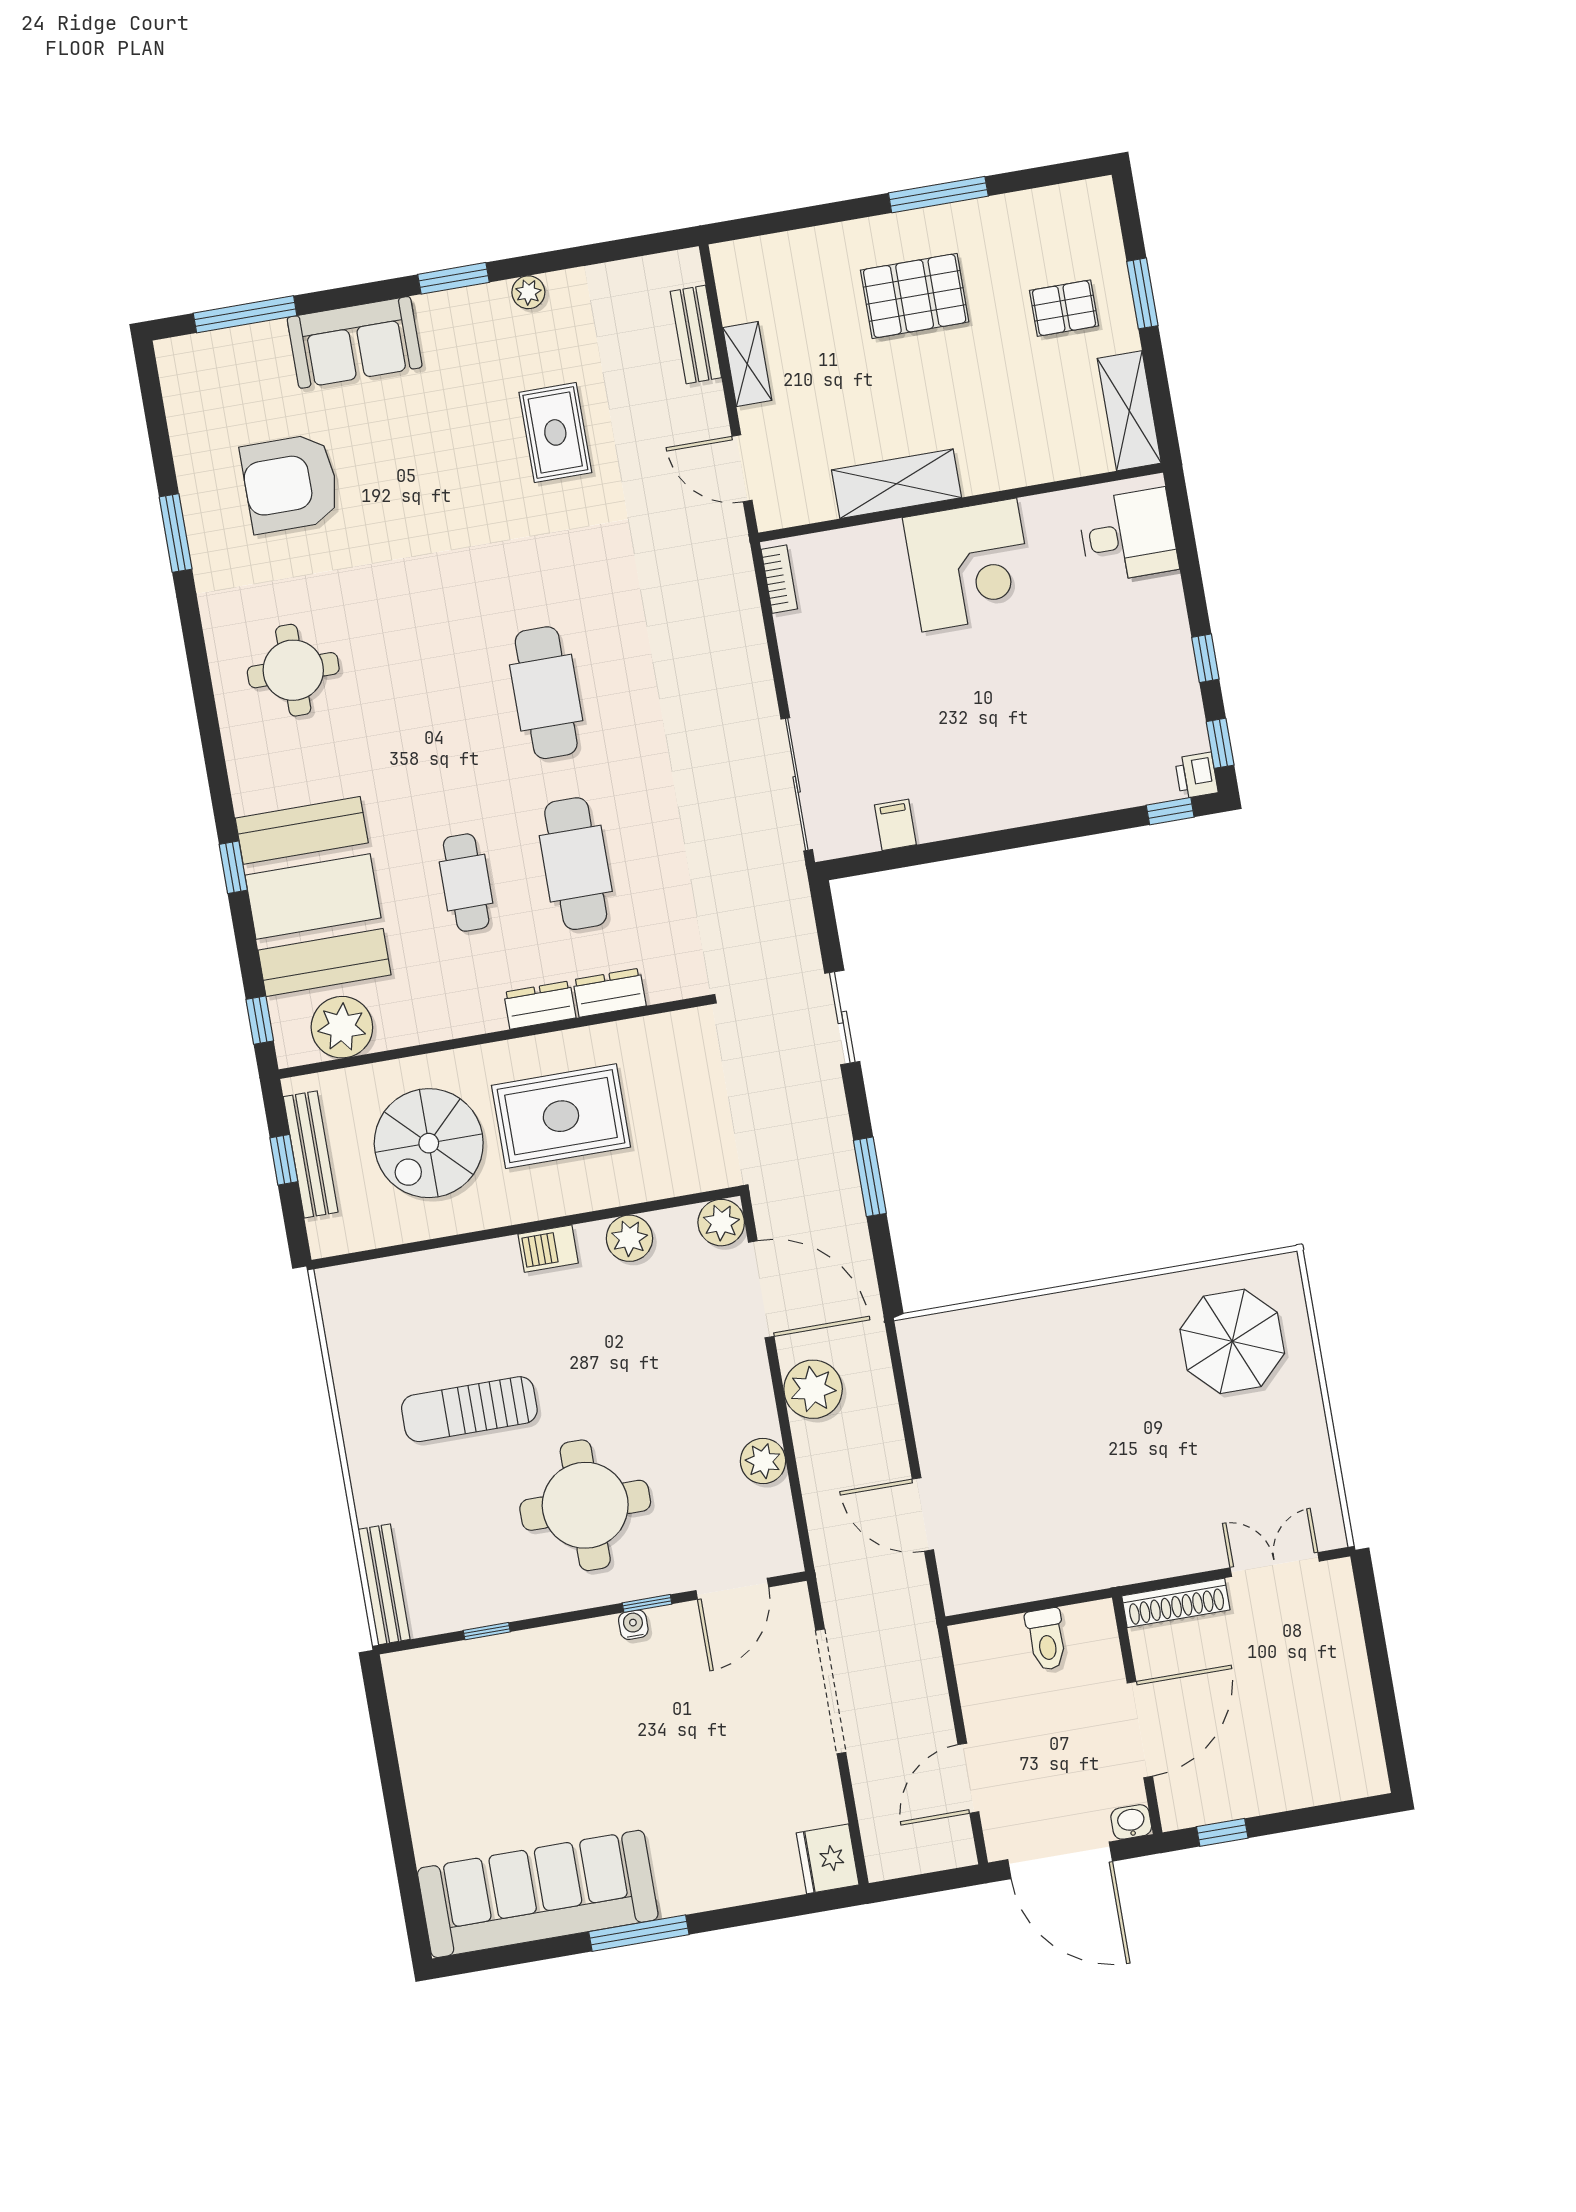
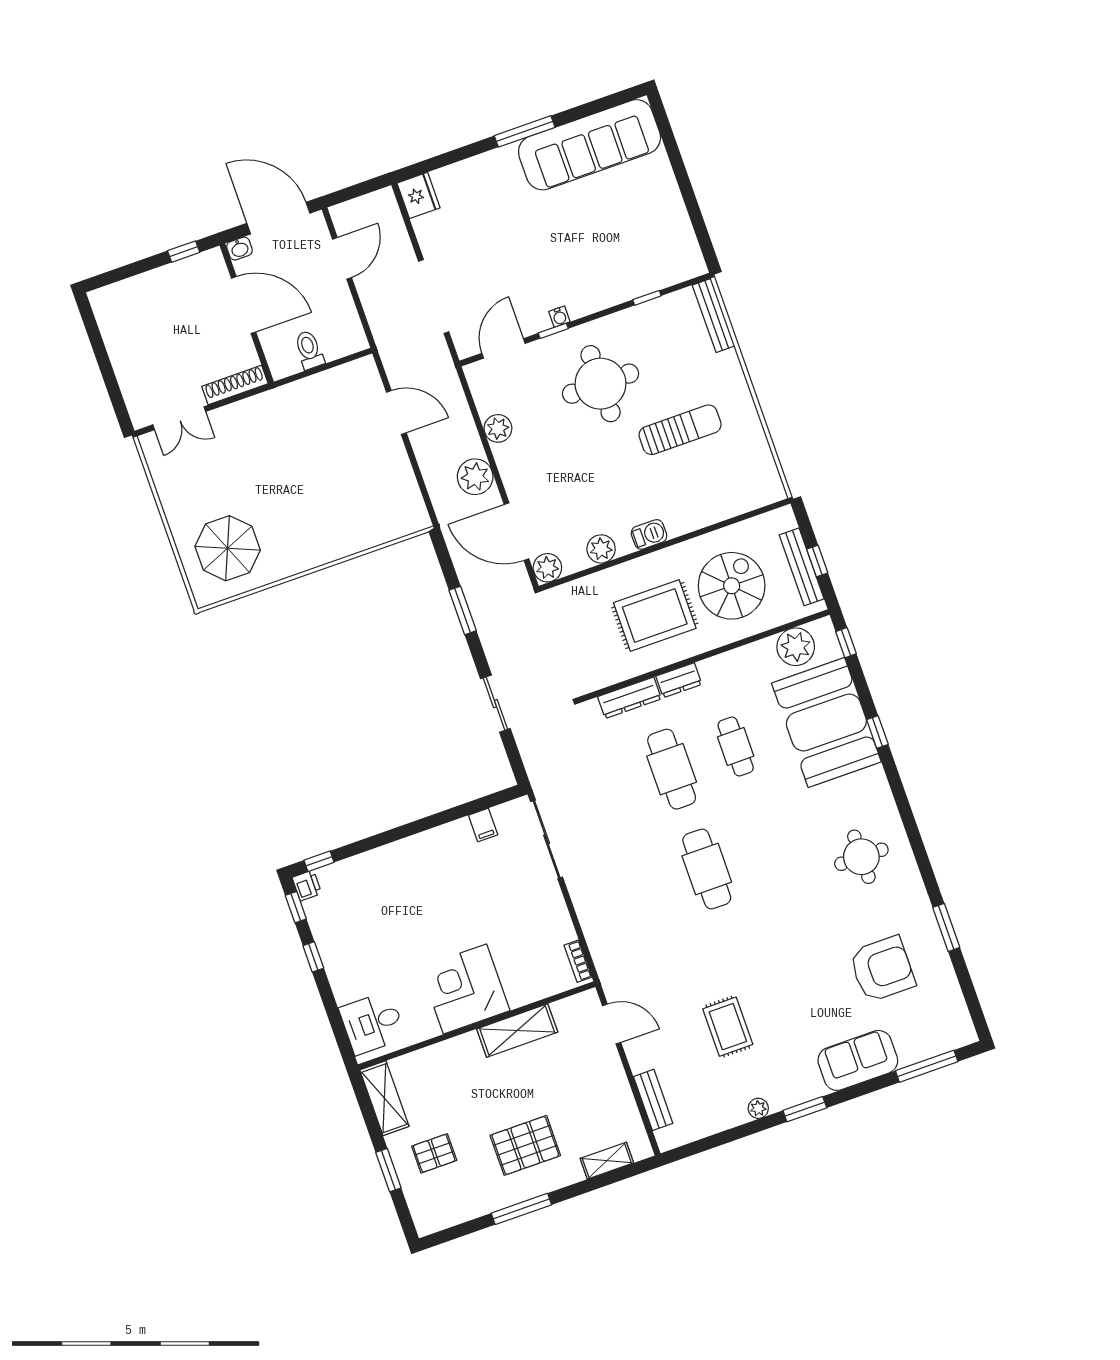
shelving: (747, 364) -> (607, 1161), moved, turned 90
dresser: (610, 993) -> (629, 698), width x1.44
door: (1140, 1730) -> (244, 305), swing flipped

